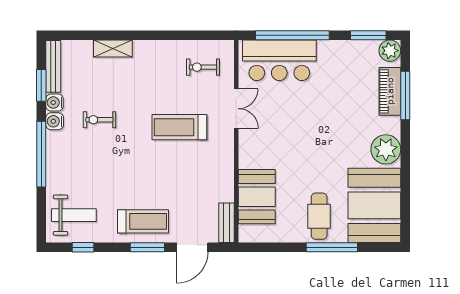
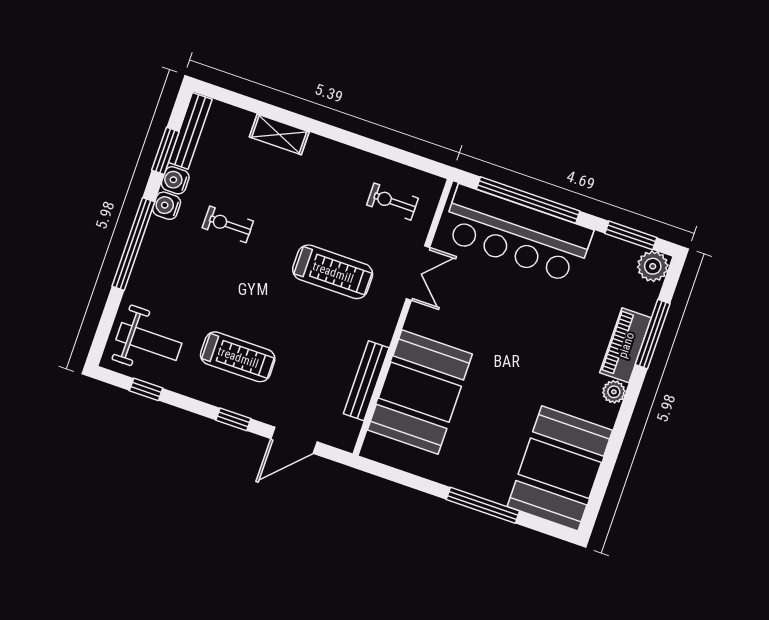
bar counter: (279, 60) -> (517, 234), width x1.36
piano: (390, 91) -> (626, 345), moved
treadmill: (179, 127) -> (333, 272), turned 180
plant: (386, 149) -> (614, 392), width x0.53, depth x0.53
booth: (257, 197) -> (420, 392), width x1.36, depth x1.42
cafe table: (319, 216) -> (480, 457), removed
treadmill: (143, 221) -> (238, 357), moved
bench: (226, 223) -> (366, 381), moved, width x1.36
window: (147, 247) -> (233, 419), width x0.67

